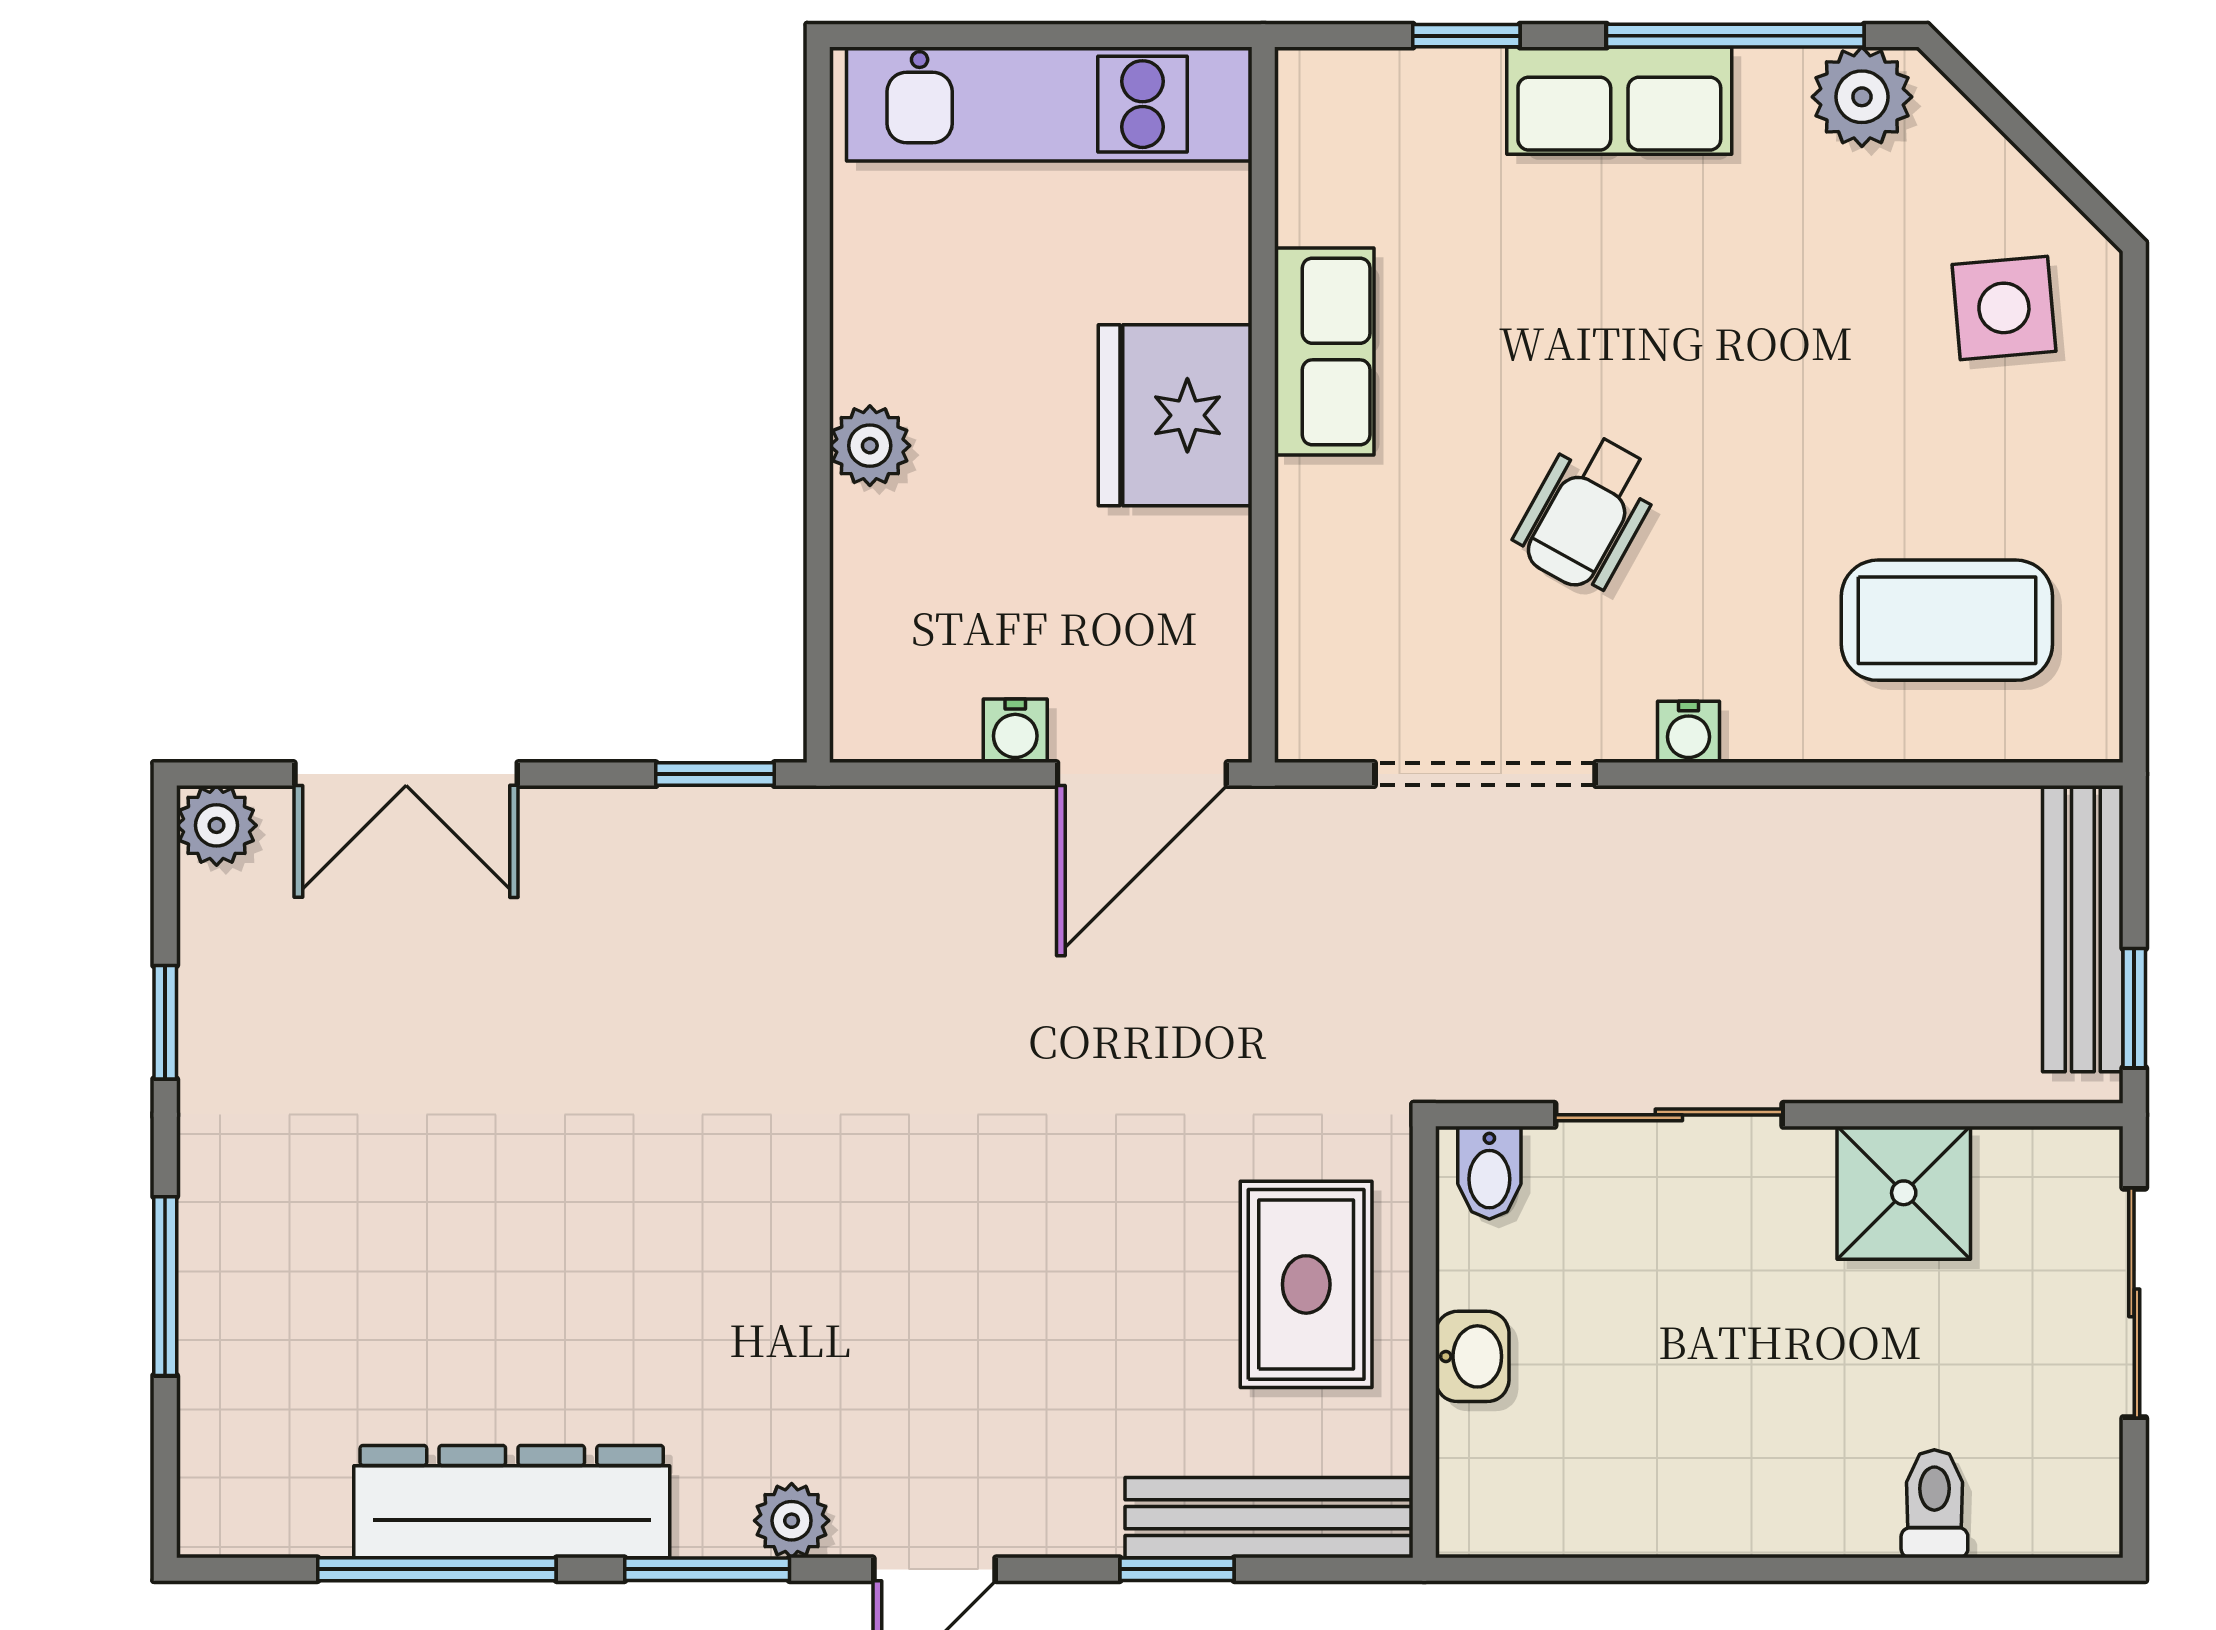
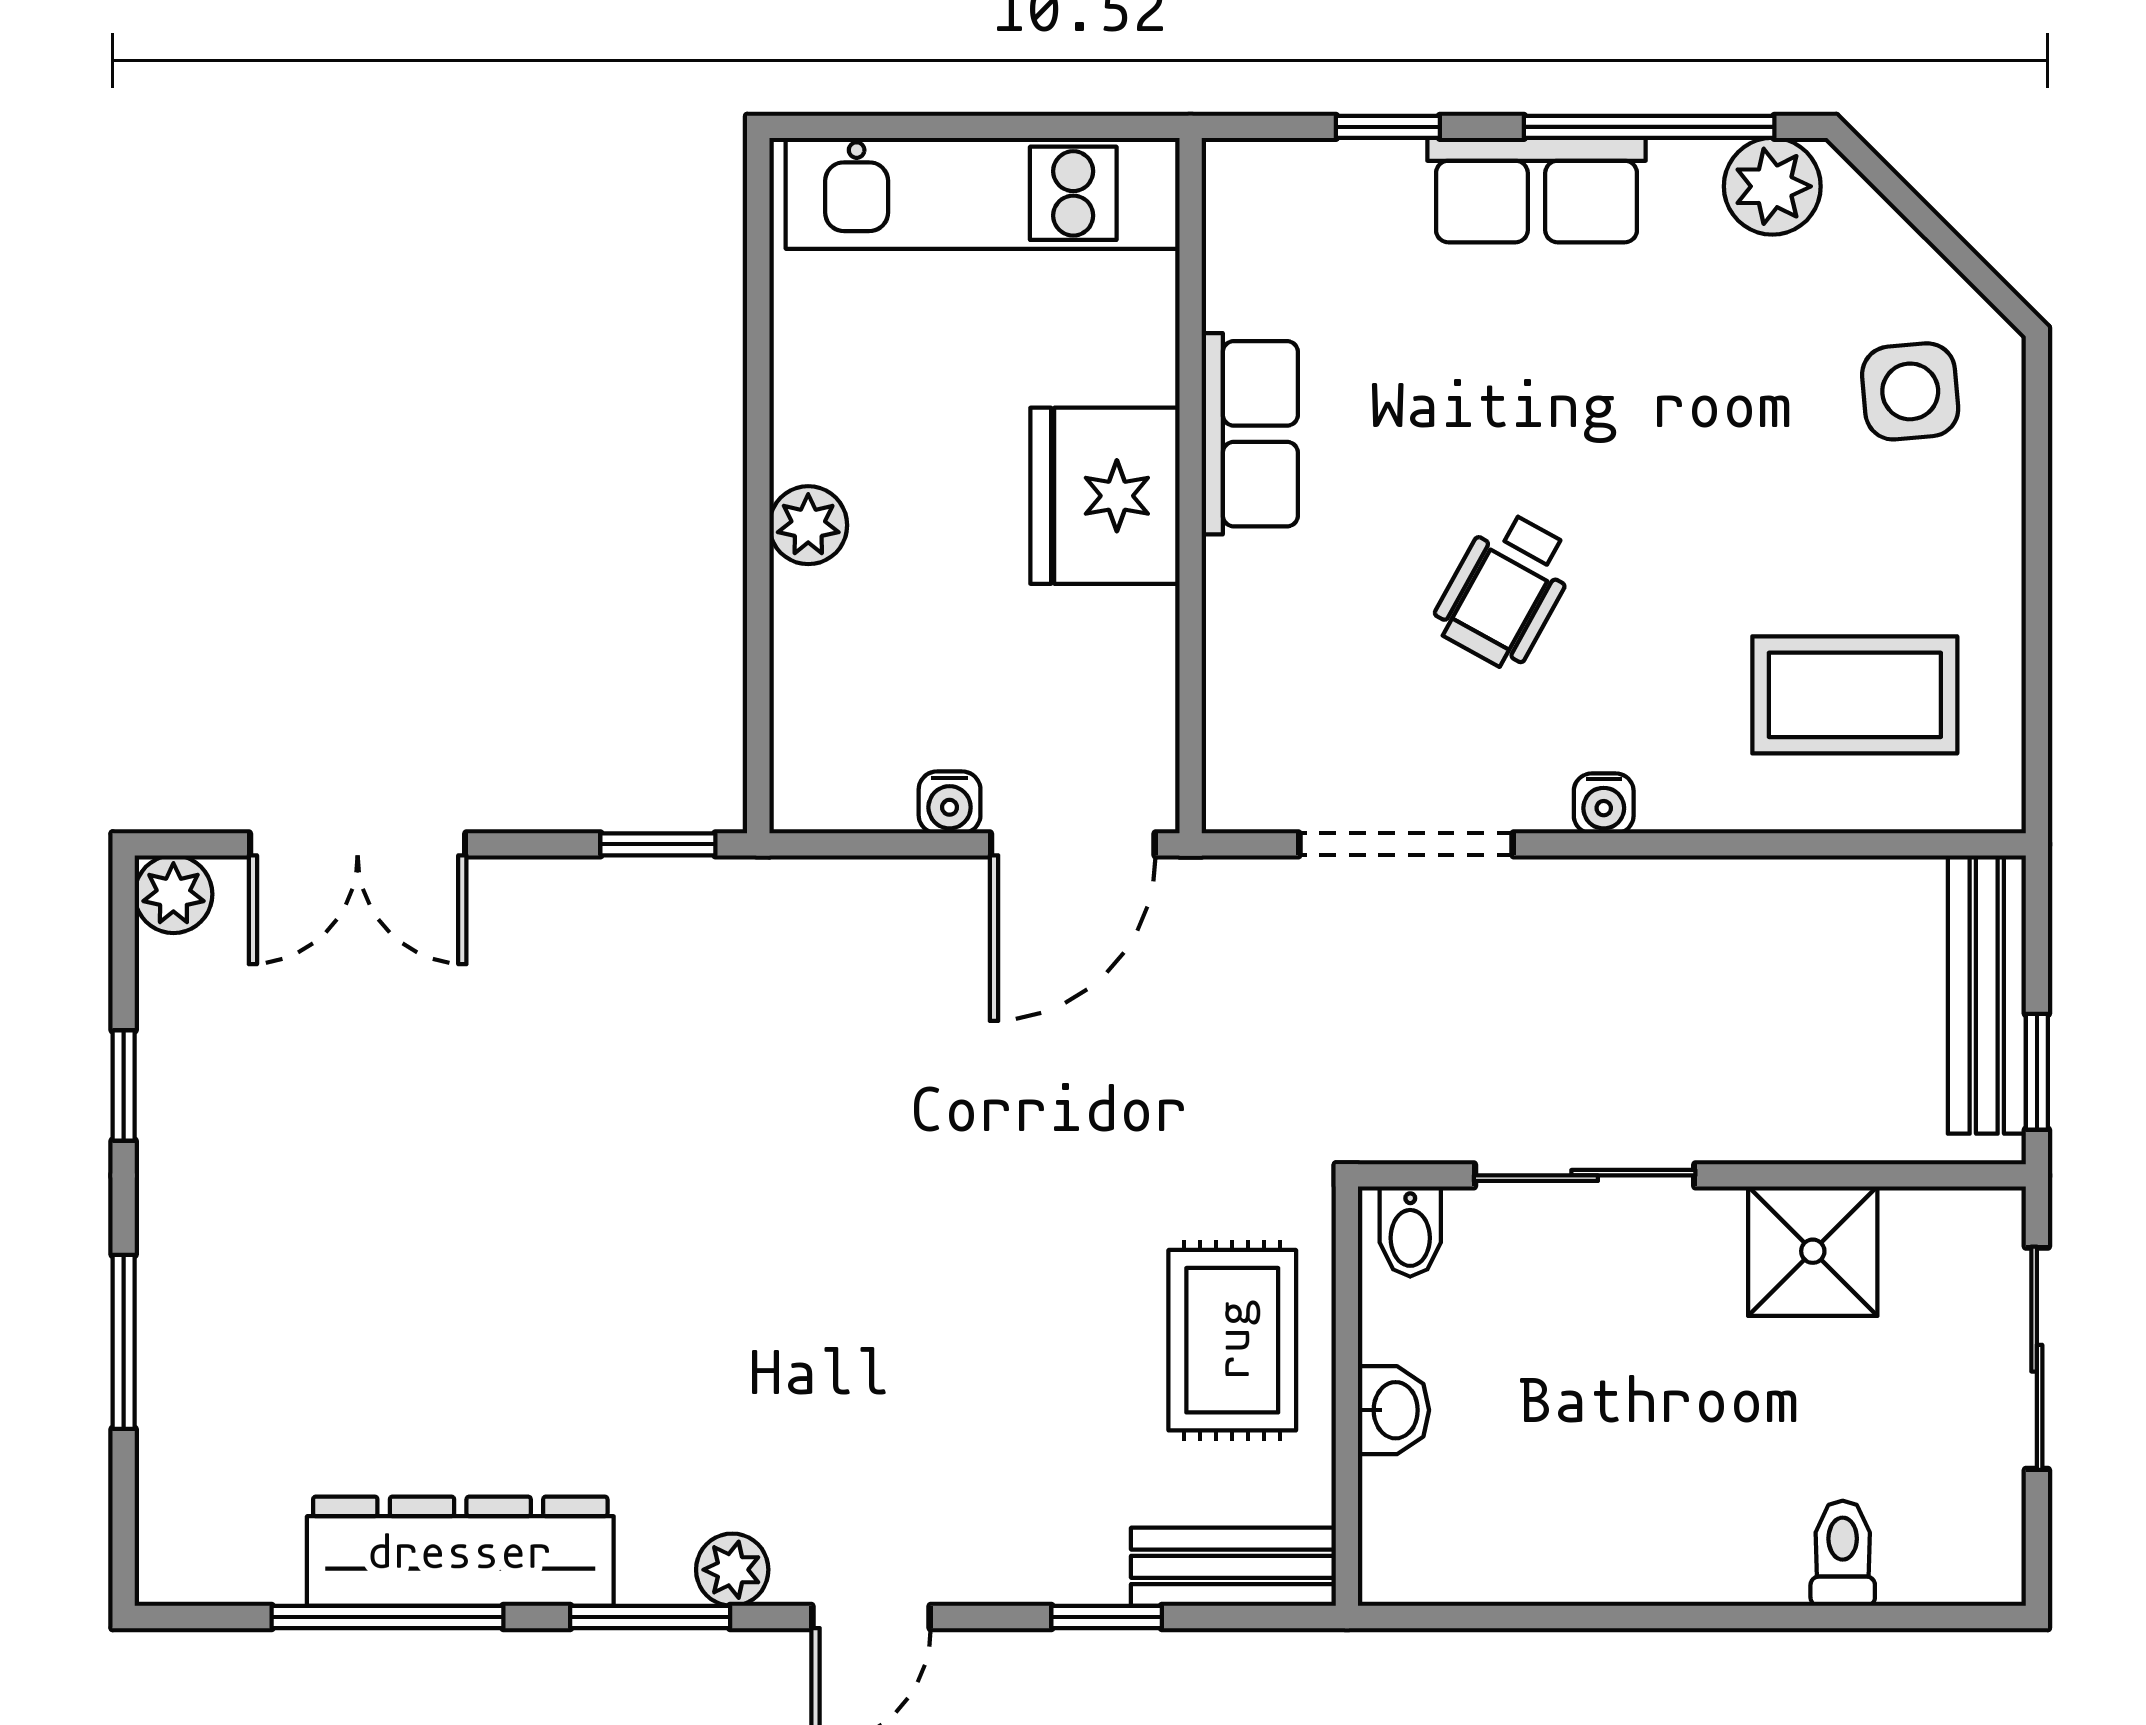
bench: (1269, 1518) -> (1233, 1567), width x0.73

